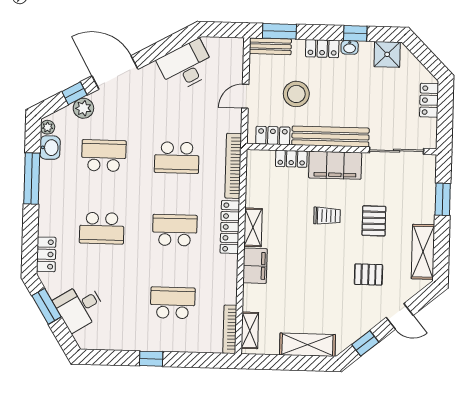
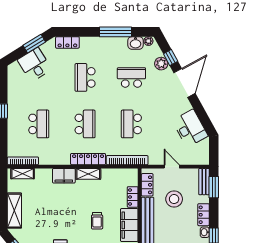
school desk: (104, 156) -> (131, 77), turned -90

